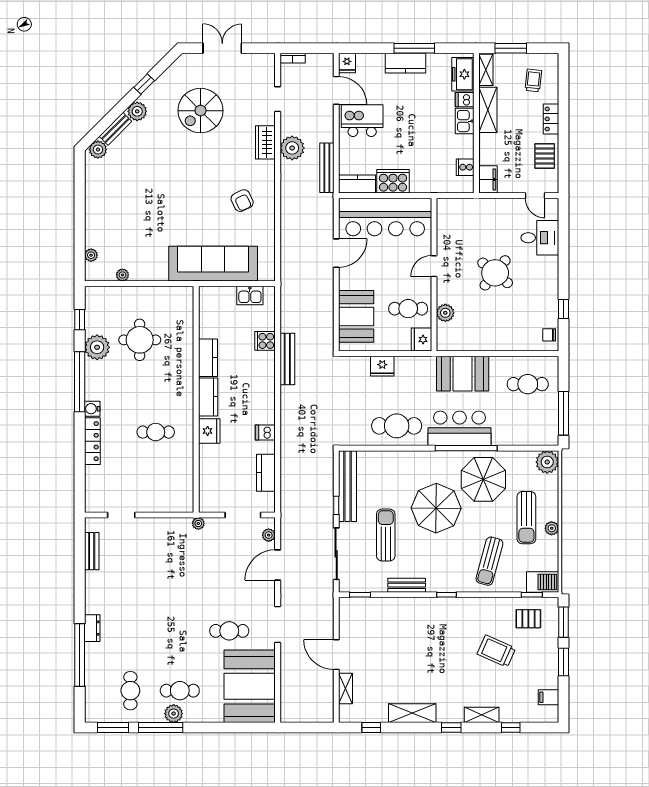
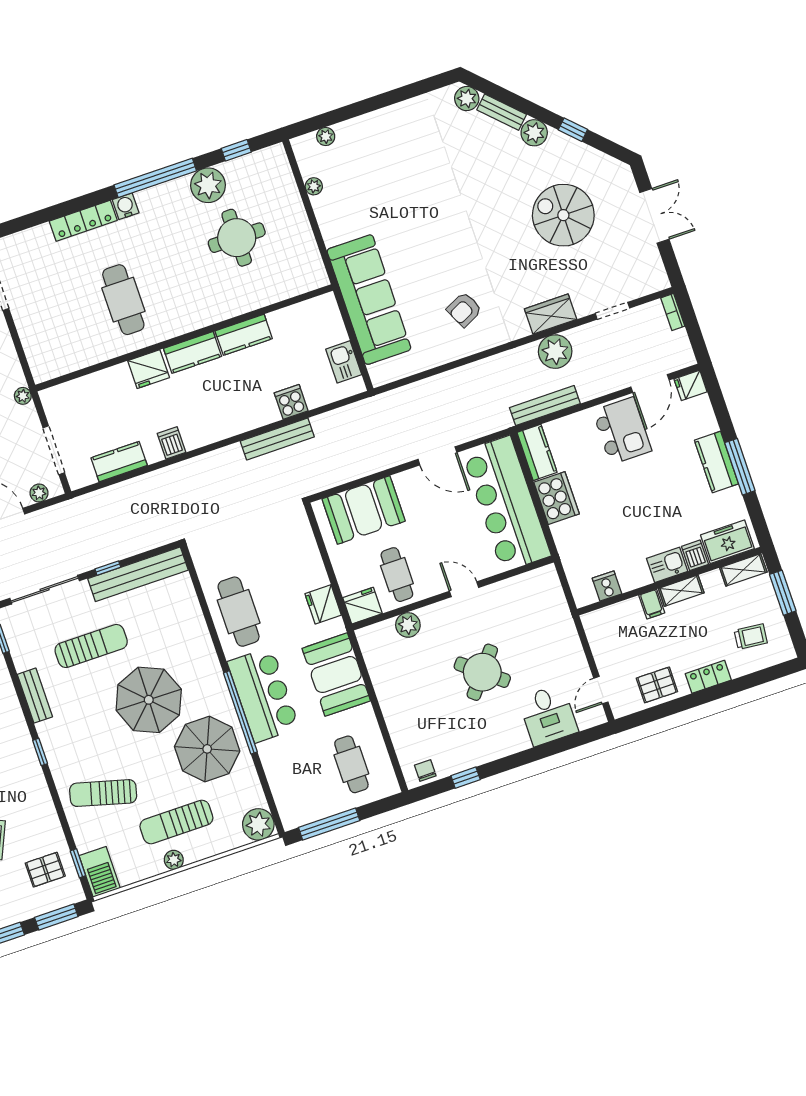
shelving: (488, 110) -> (681, 591), width x0.67, depth x0.75
filing cabinet: (488, 179) -> (652, 604), moved, width x0.50
fridge: (382, 366) -> (323, 604), moved
cafe table: (156, 432) -> (123, 300), width x1.37, depth x1.35
pallet: (528, 619) -> (45, 870), turned 90

